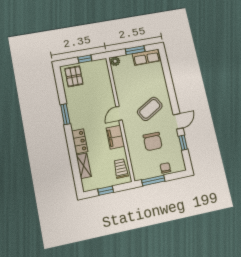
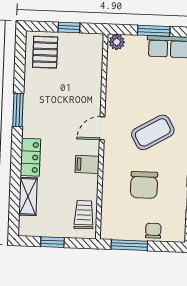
filing cabinet: (115, 137) -> (87, 164), width x0.50

